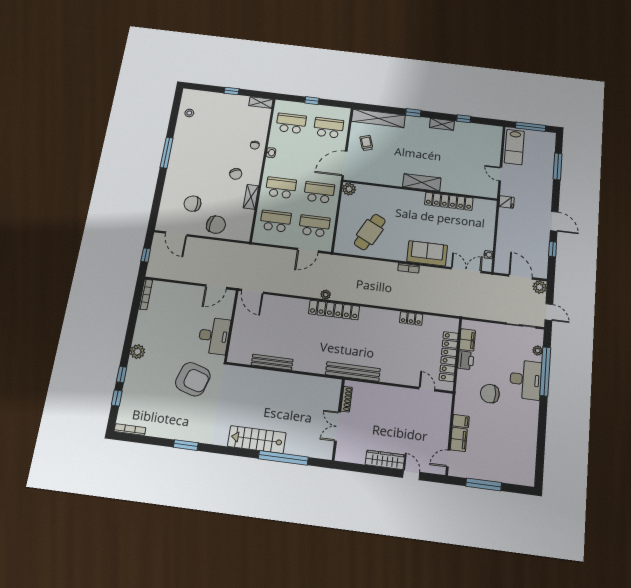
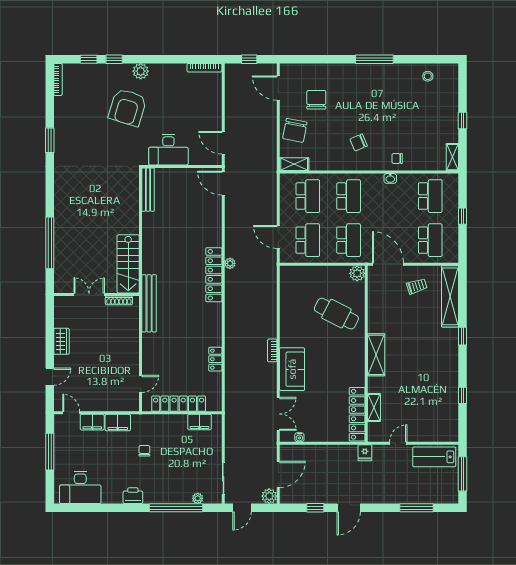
shelving: (442, 124) -> (374, 407), moved
shelving: (251, 197) -> (294, 164), moved
locker: (449, 201) -> (357, 414), moved
cafe table: (370, 232) -> (336, 314), moved
door: (176, 234) -> (278, 88), hinge flipped
door: (252, 291) -> (223, 183), hinge flipped
printer: (466, 360) -> (133, 496), moved, turned 180
bench: (272, 362) -> (148, 190), moved
armchair: (193, 379) -> (127, 107), moved
desk: (526, 380) -> (80, 488), moved
chair: (490, 394) -> (144, 451), width x0.54, depth x0.54
filing cabinet: (461, 421) -> (118, 423), width x2.00
stairs: (257, 440) -> (128, 264), moved, turned 180
wardrobe: (385, 460) -> (61, 341), width x0.67

